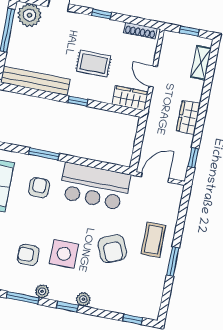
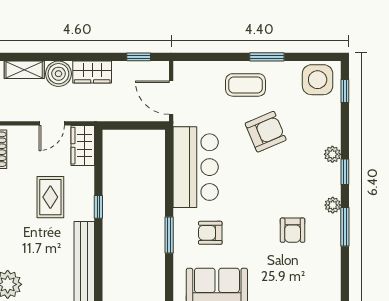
boiler: (192, 90) -> (58, 74), added
side table: (64, 254) -> (318, 80), moved

